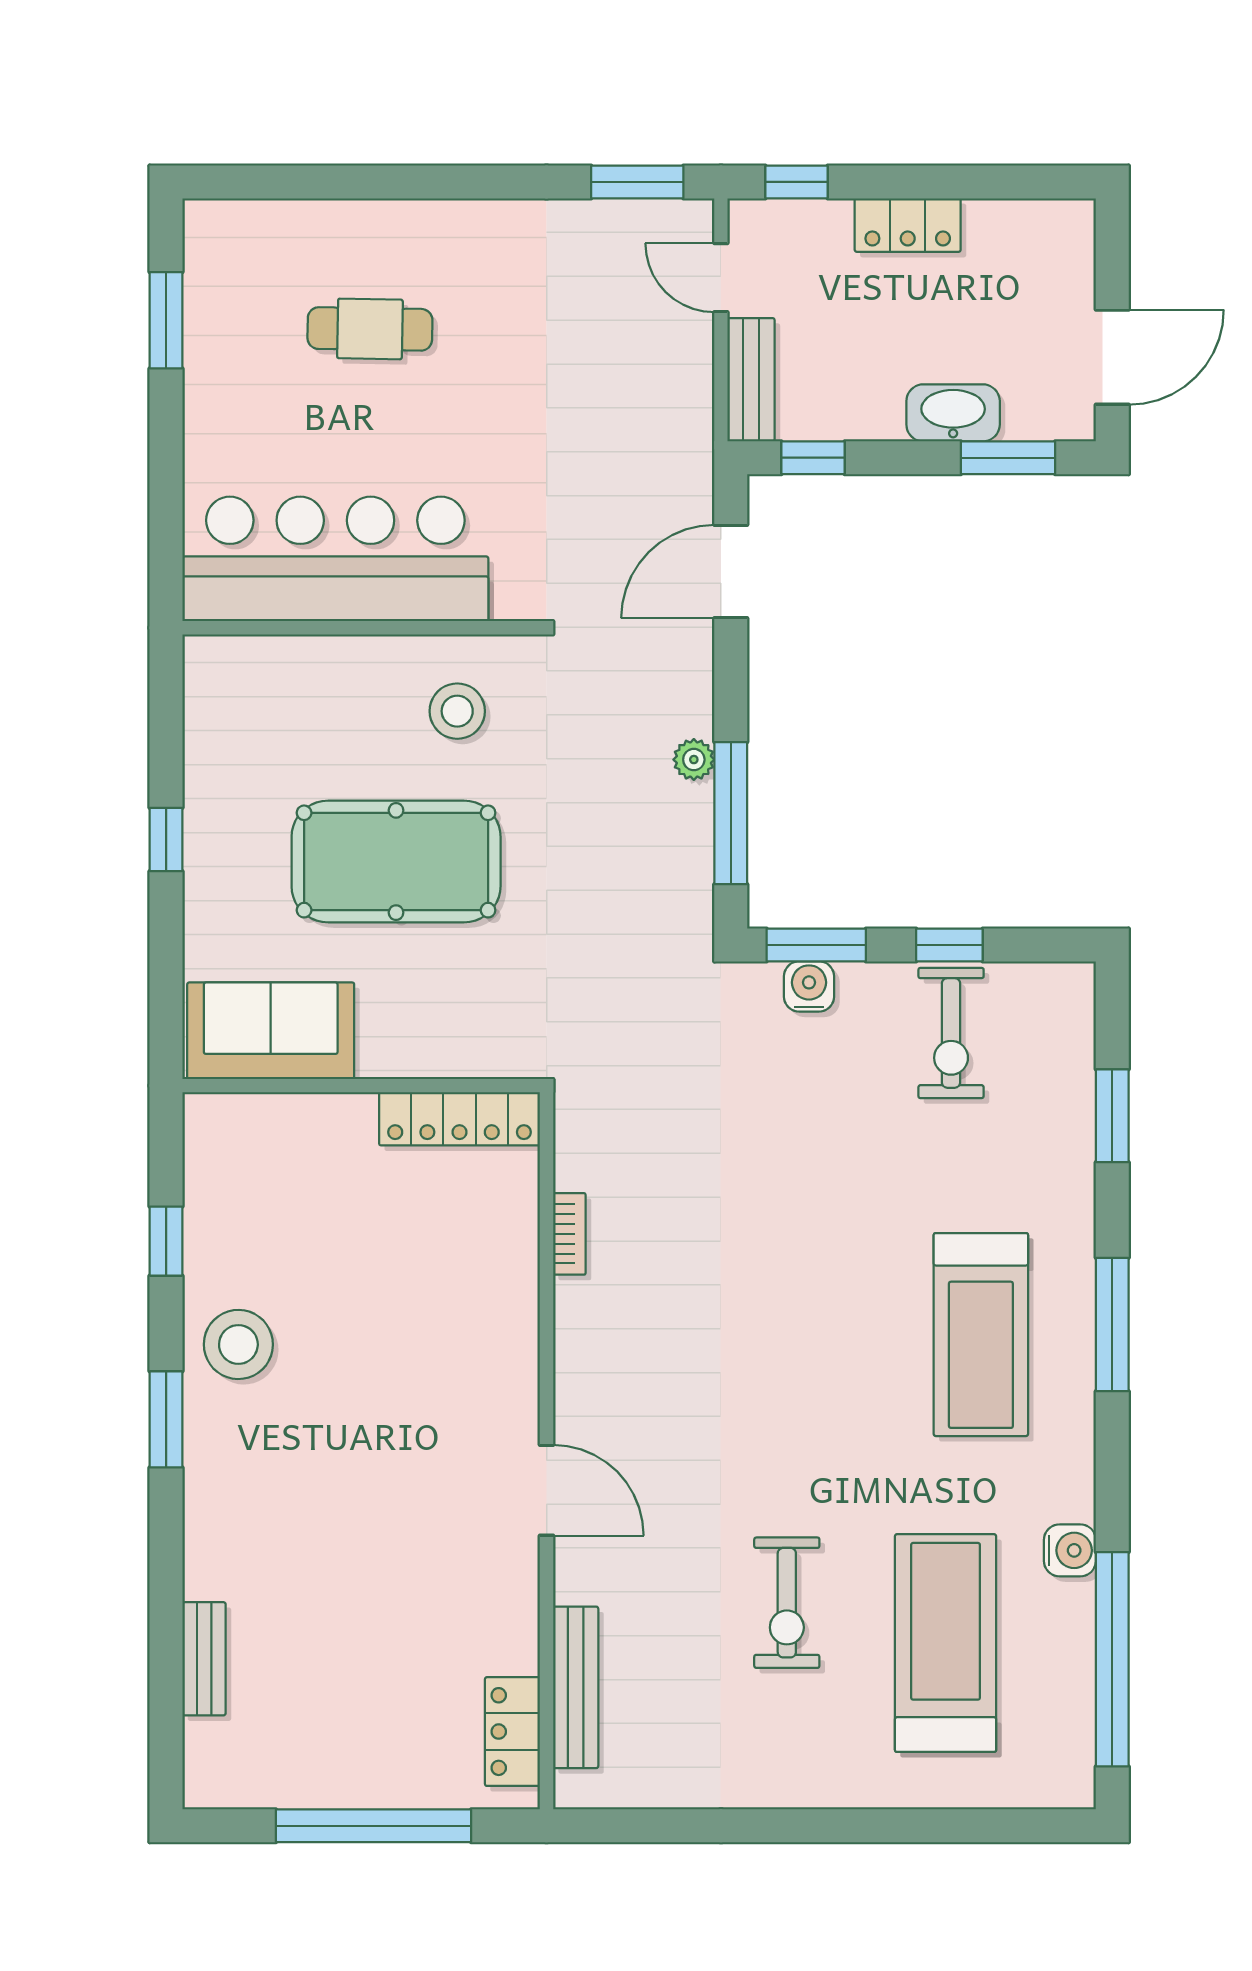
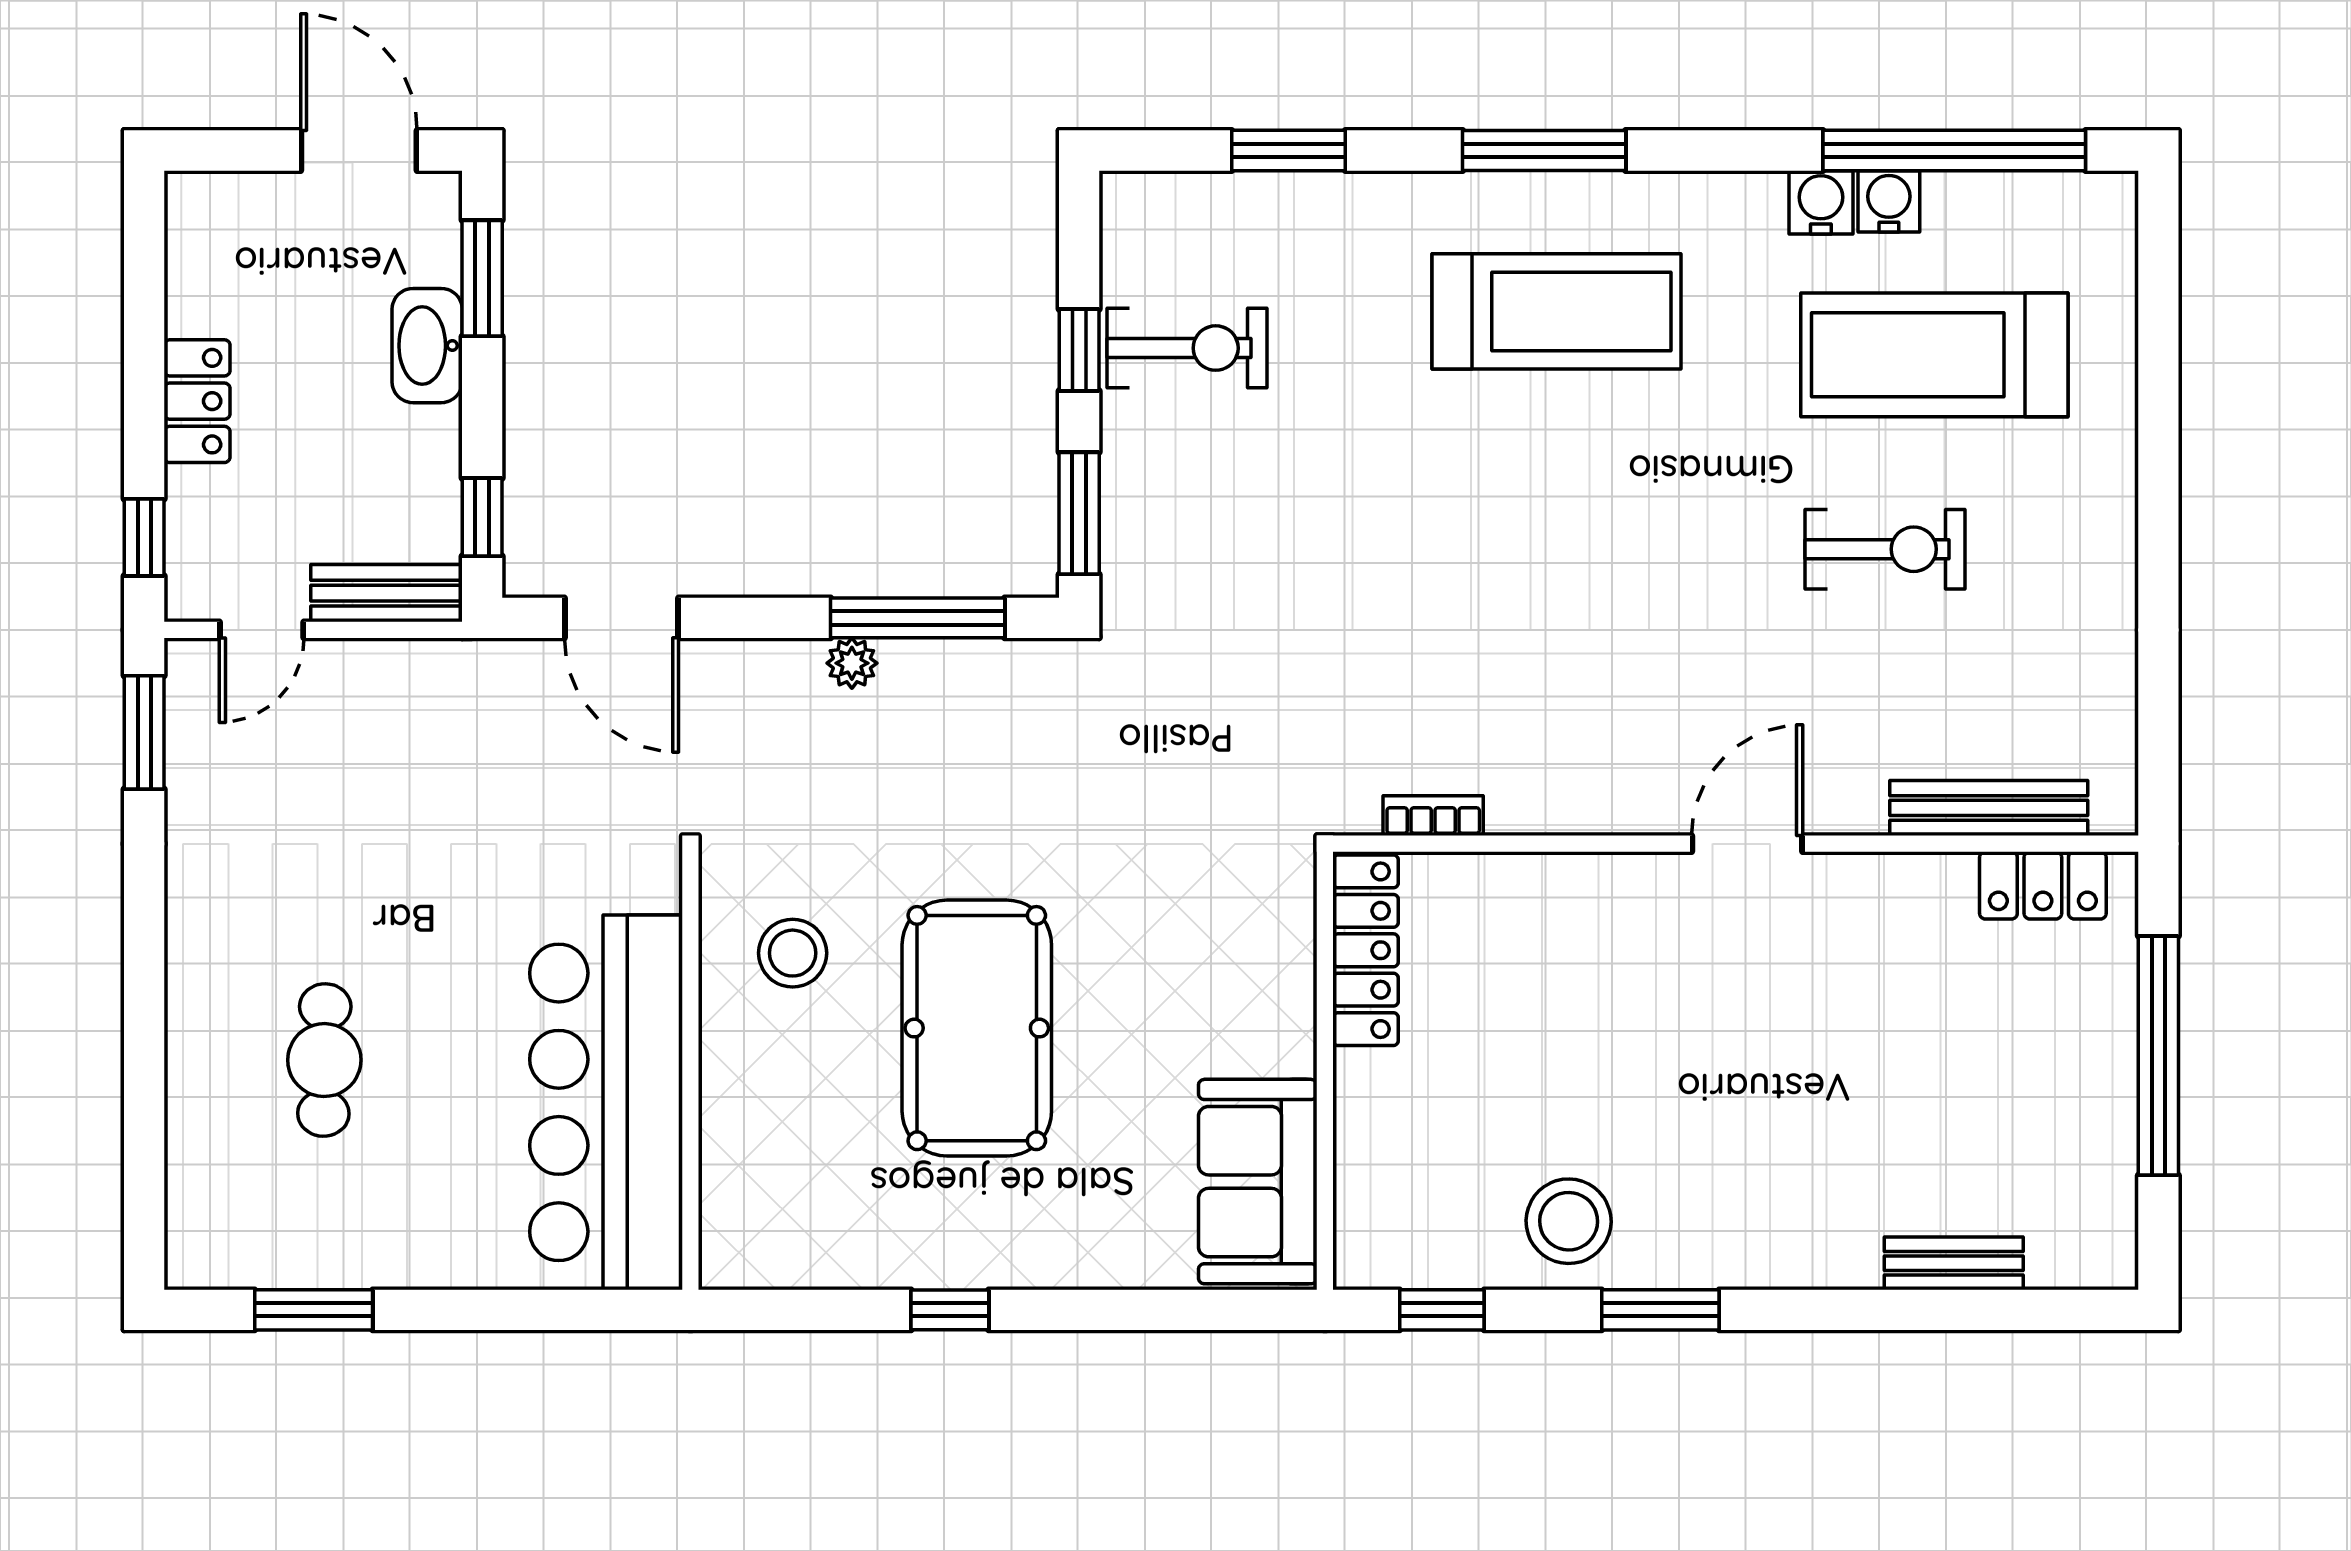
water cooler: (809, 986) -> (1889, 201), moved, turned 90
sofa: (271, 1031) -> (1258, 1182), moved
wall: (361, 1086) -> (1325, 1071), moved
locker: (460, 1119) -> (1366, 950), moved

